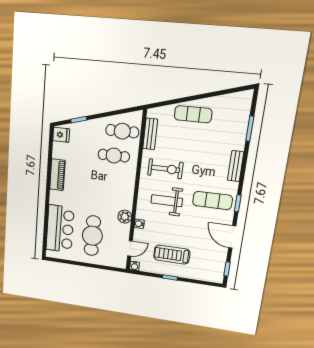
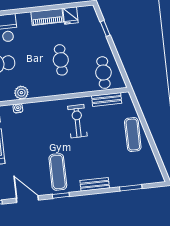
fridge: (61, 135) -> (70, 15), moved
cafe table: (114, 156) -> (61, 60), moved
exercise bike: (165, 169) -> (77, 121), turned 180
weight bench: (167, 201) -> (47, 129), removed
door: (232, 237) -> (27, 199), hinge flipped

